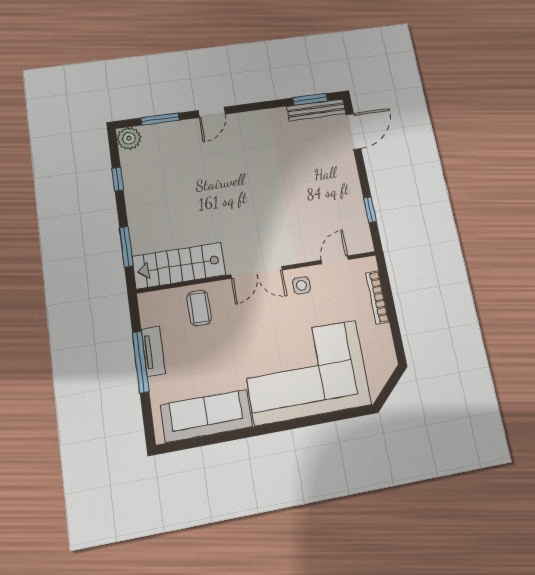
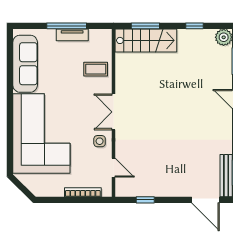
stairs: (179, 266) -> (146, 40), moved, turned 90

